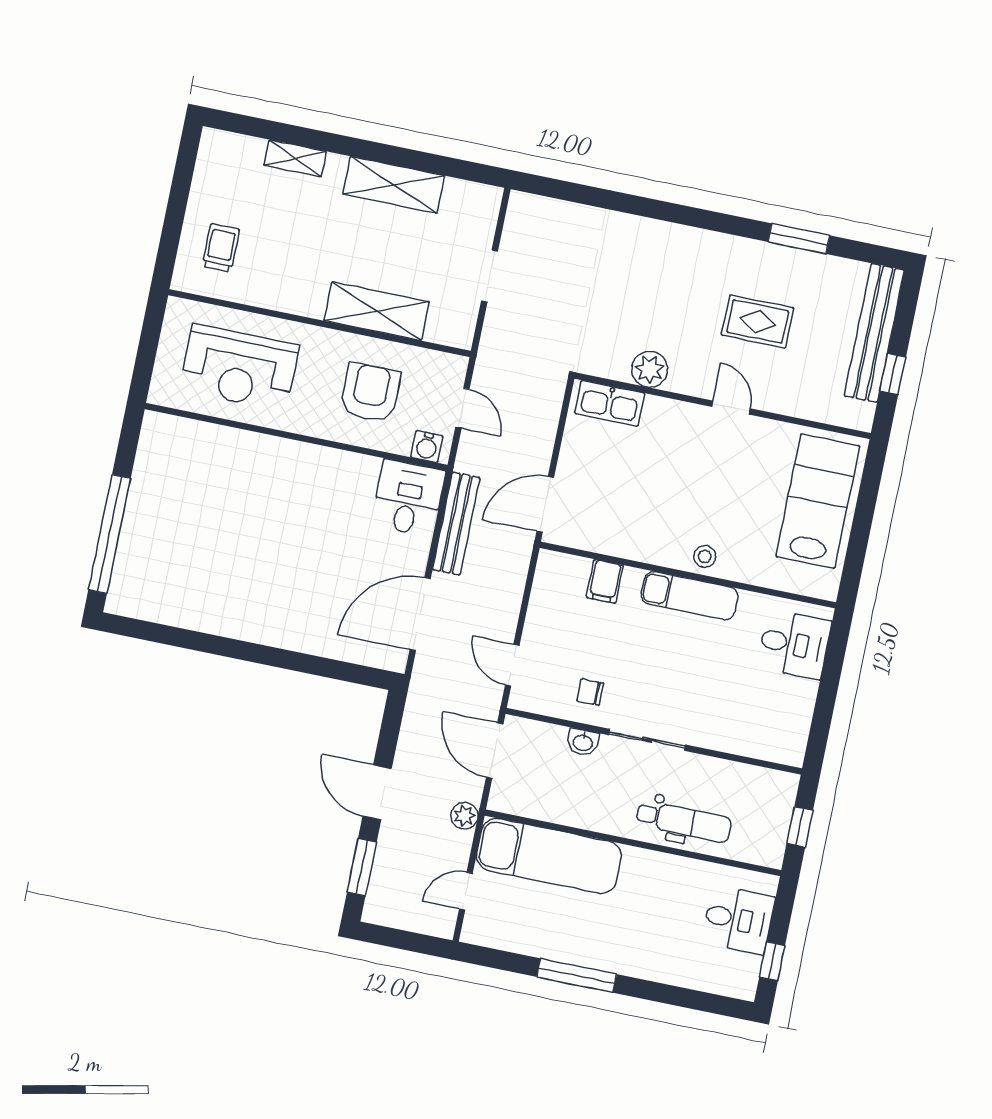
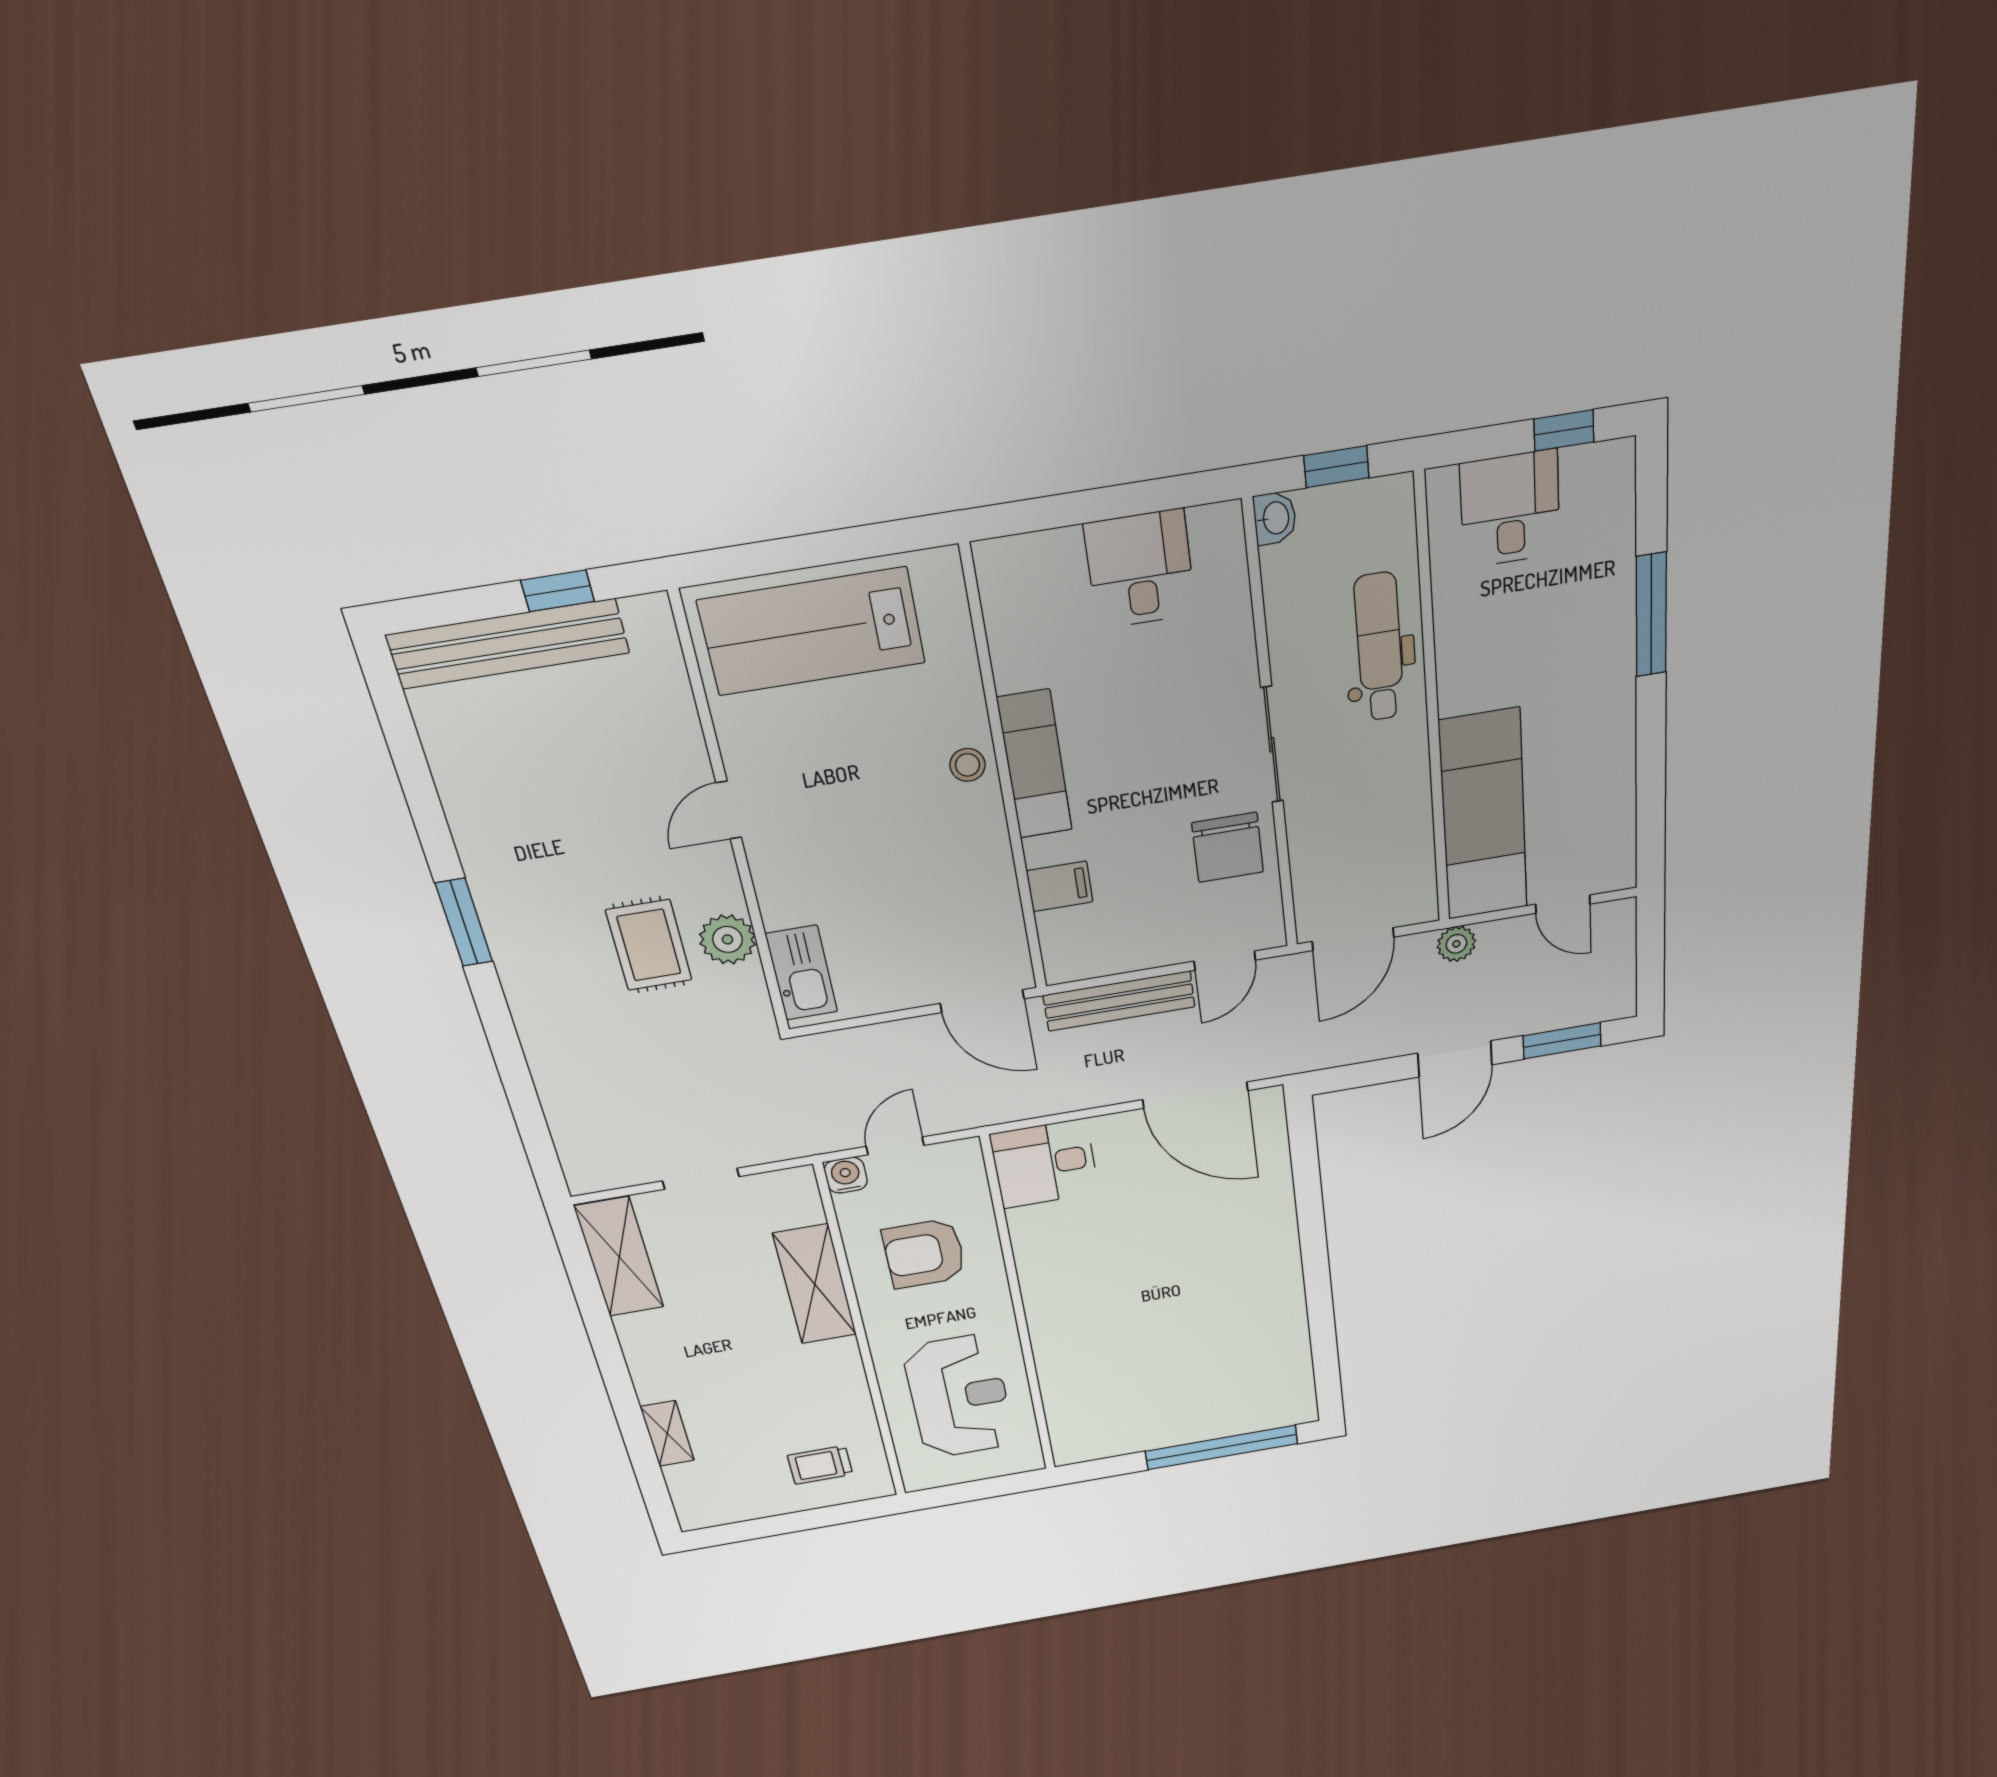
shelving: (394, 185) -> (619, 1257), moved
window: (799, 239) -> (464, 922), moved
rug: (758, 321) -> (649, 945), moved
water cooler: (427, 446) -> (846, 1175), moved, turned -90
bench: (456, 524) -> (1119, 1001), moved
desk: (794, 644) -> (1140, 569), moved
chair: (590, 692) -> (1228, 847), width x1.87, depth x1.87
washbasin: (583, 742) -> (1275, 518), moved
window: (577, 976) -> (1651, 615), moved

